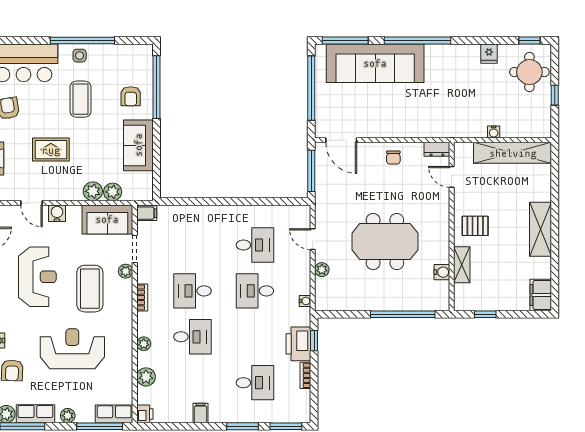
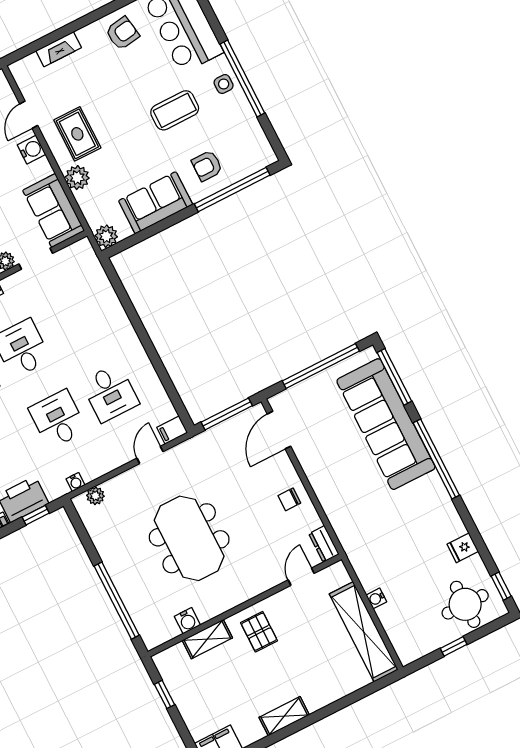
rug: (51, 150) -> (77, 134), moved
plant: (113, 192) -> (106, 236), moved
filing cabinet: (147, 213) -> (172, 430), moved, turned 90
shelving: (540, 229) -> (284, 716), width x0.67, depth x0.75
plant: (322, 270) -> (95, 496), moved

